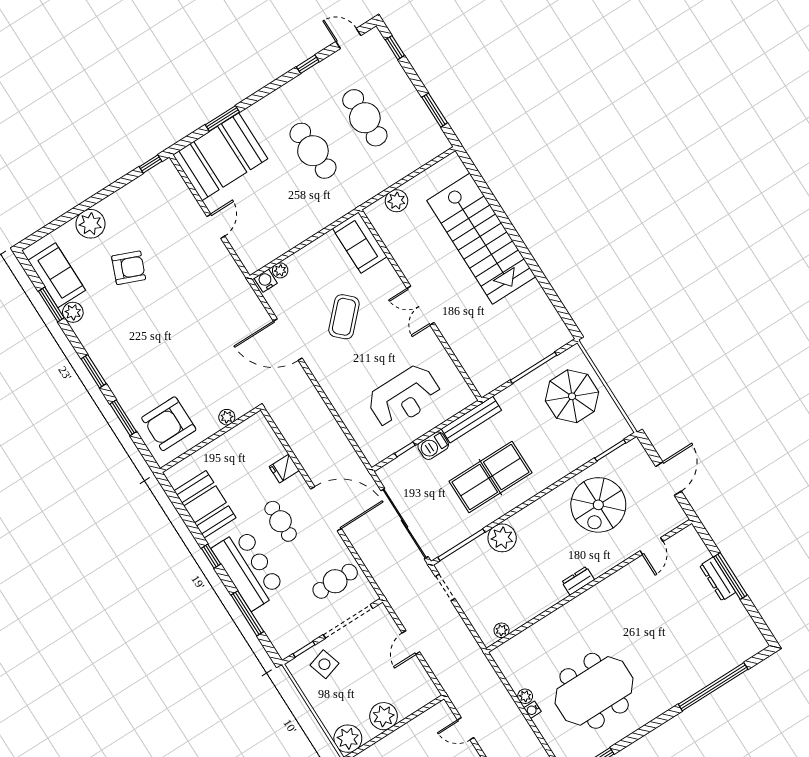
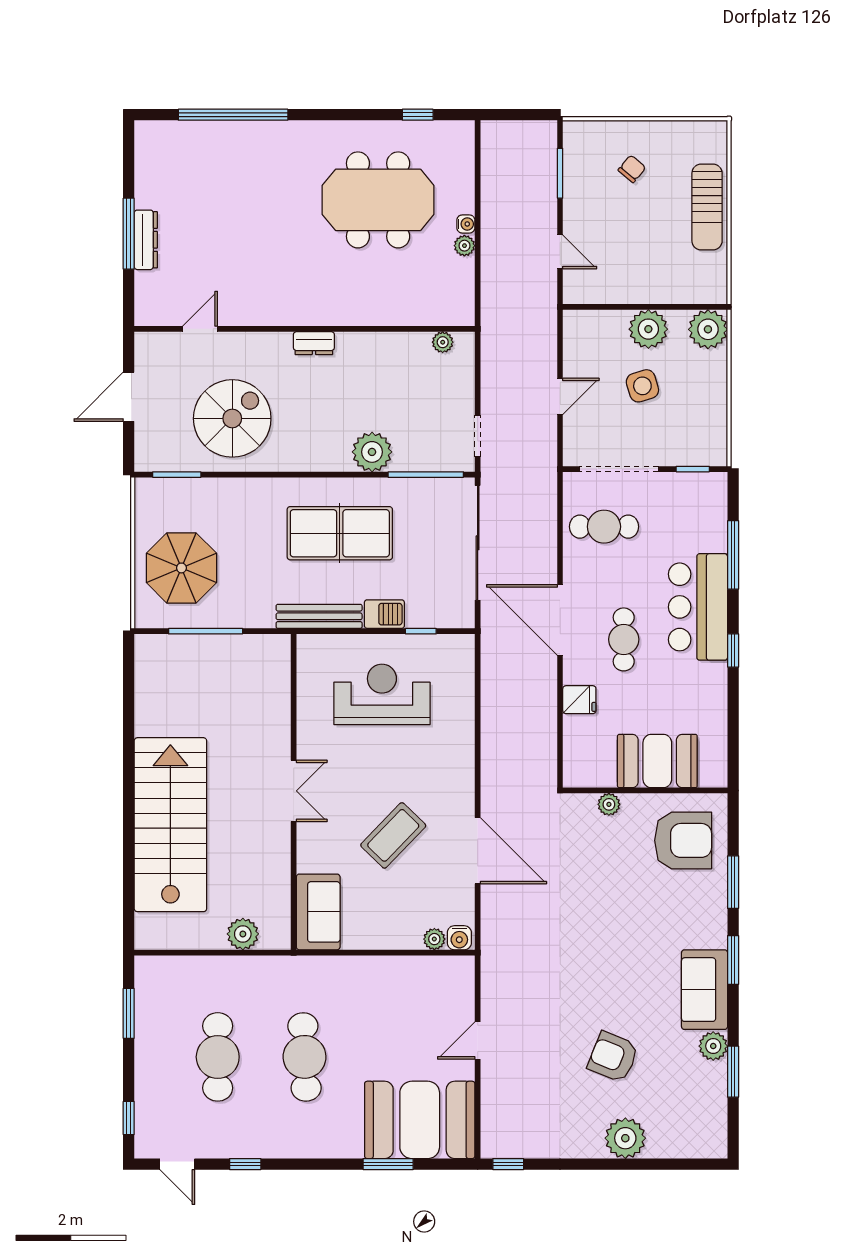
sofa: (57, 275) -> (705, 990), moved
booth: (205, 504) -> (657, 761), moved, turned 90
side table: (324, 664) -> (642, 386), moved

